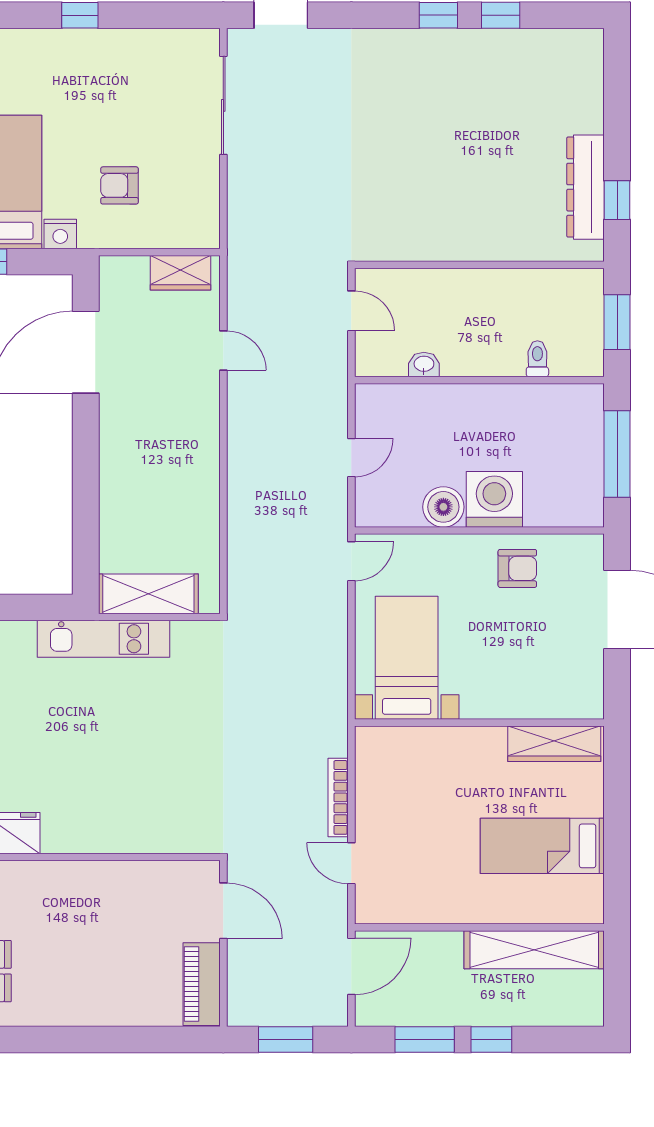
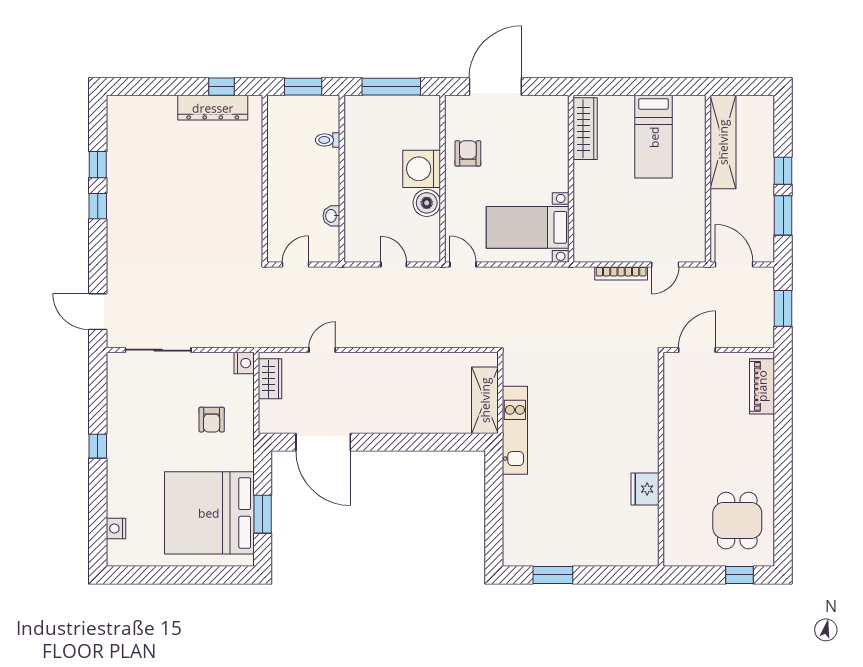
nightstand: (60, 234) -> (244, 363), moved
piano: (202, 984) -> (762, 386), moved, turned 90

